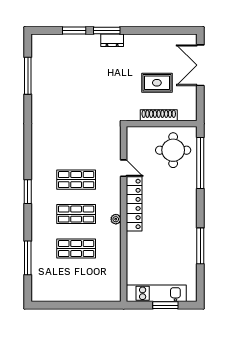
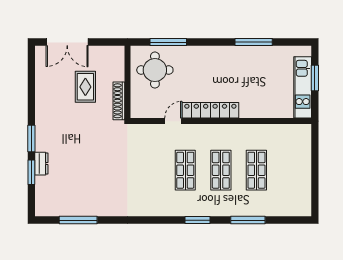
dresser: (112, 40) -> (41, 164), moved
shoe rack: (159, 115) -> (119, 101), moved
window: (200, 163) -> (168, 42), width x0.68
plant: (116, 219) -> (226, 129), removed
window: (28, 258) -> (248, 220), moved

